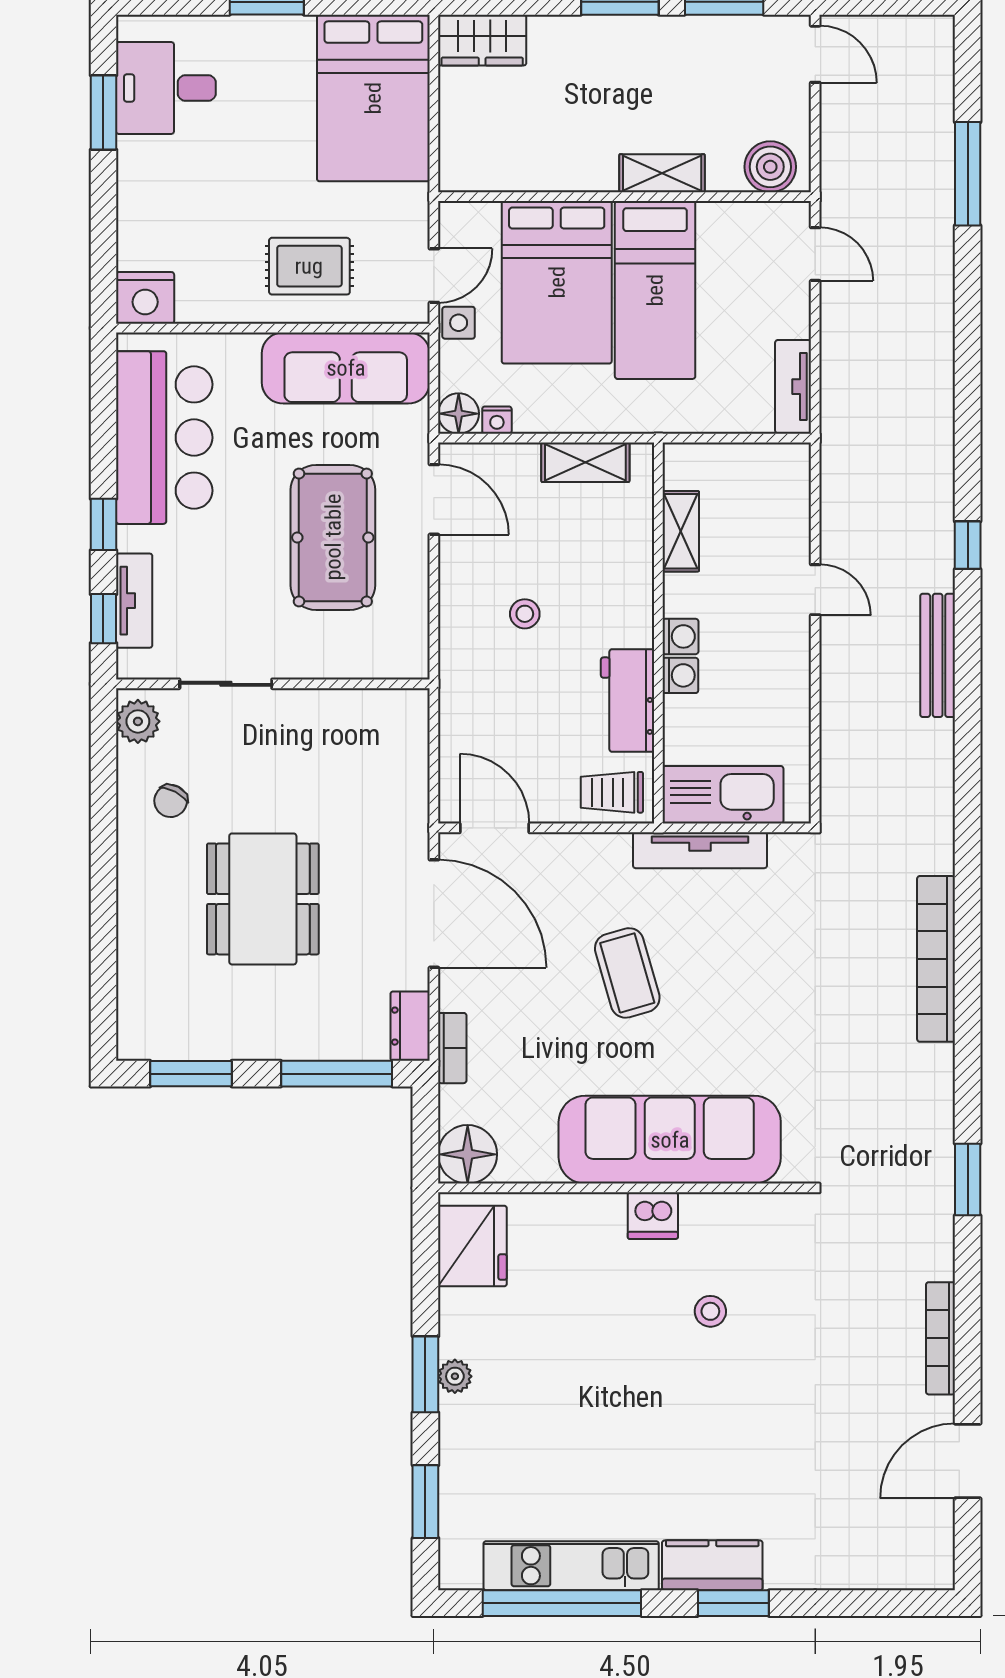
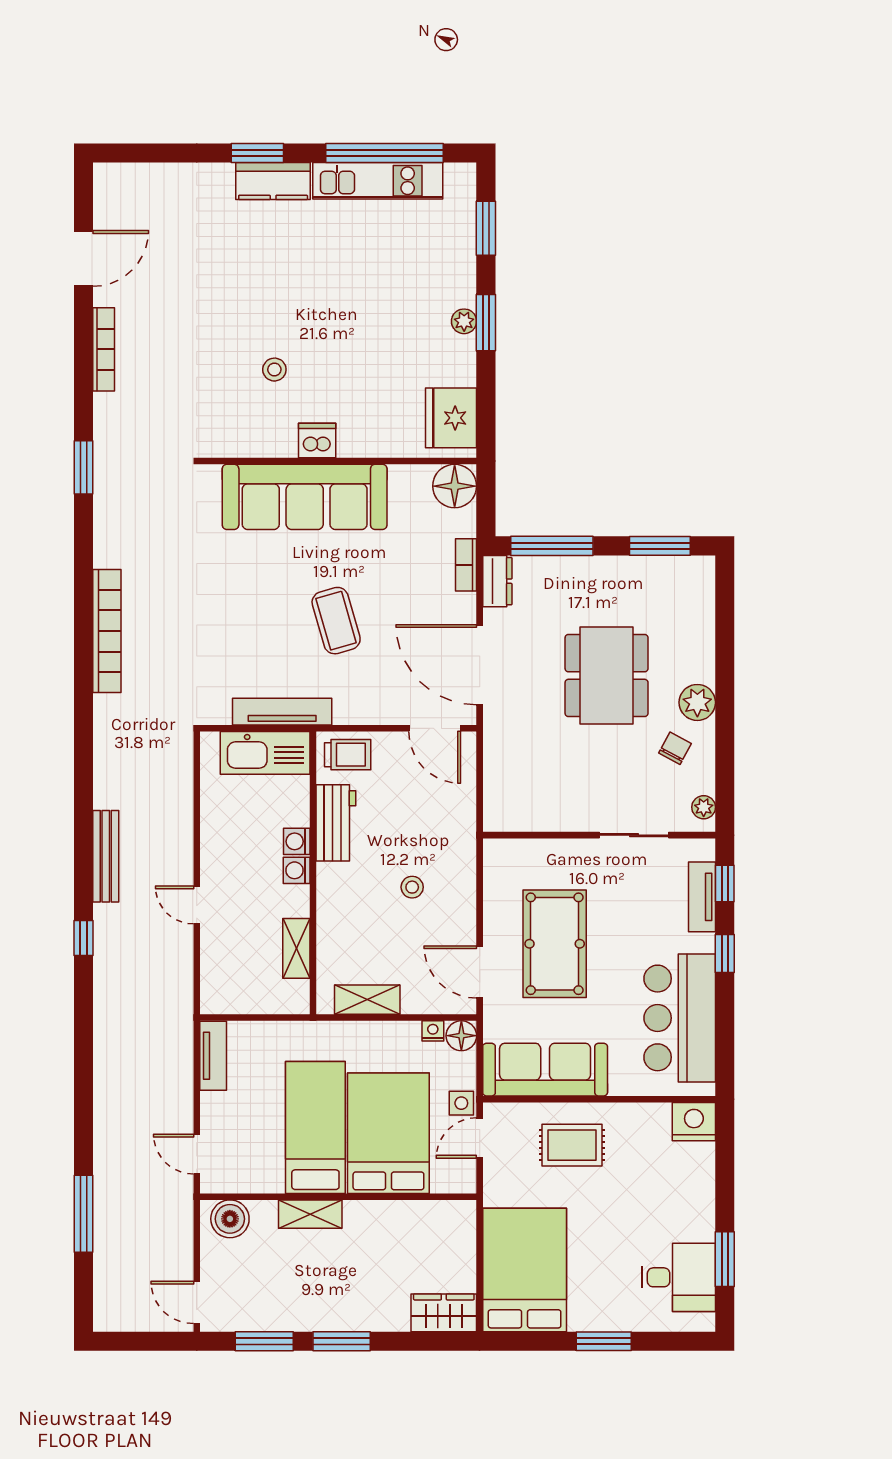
plant: (138, 721) -> (704, 807), width x0.73, depth x0.73
plant: (141, 863) -> (697, 702), added

